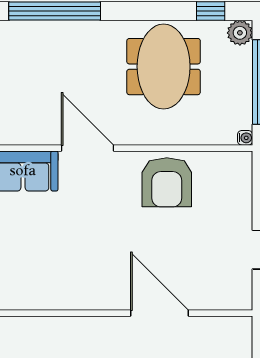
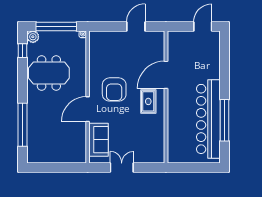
armchair: (167, 182) -> (114, 89), moved, turned 90
rug: (104, 276) -> (148, 101), added

